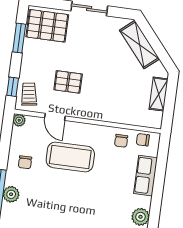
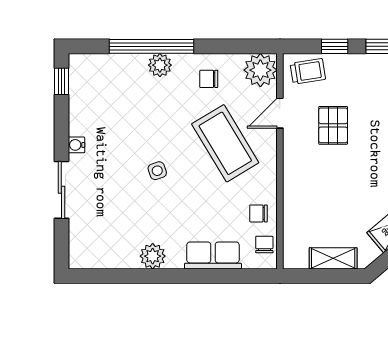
window: (13, 87) -> (335, 46), moved
plant: (19, 120) -> (260, 70), width x1.88, depth x1.88
coffee table: (70, 157) -> (225, 143), turned -31
side table: (83, 206) -> (157, 171), added

